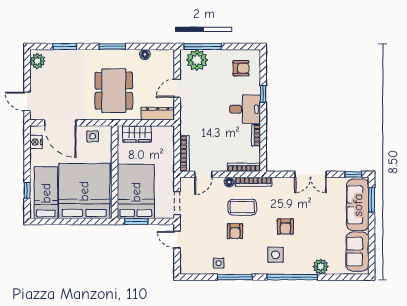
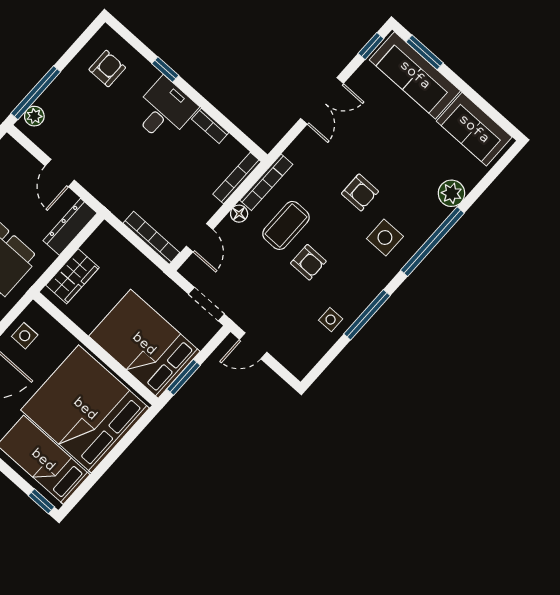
plant: (197, 60) -> (34, 116), width x0.53, depth x0.53
window: (27, 190) -> (41, 501), moved

